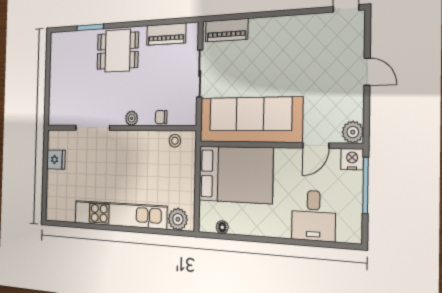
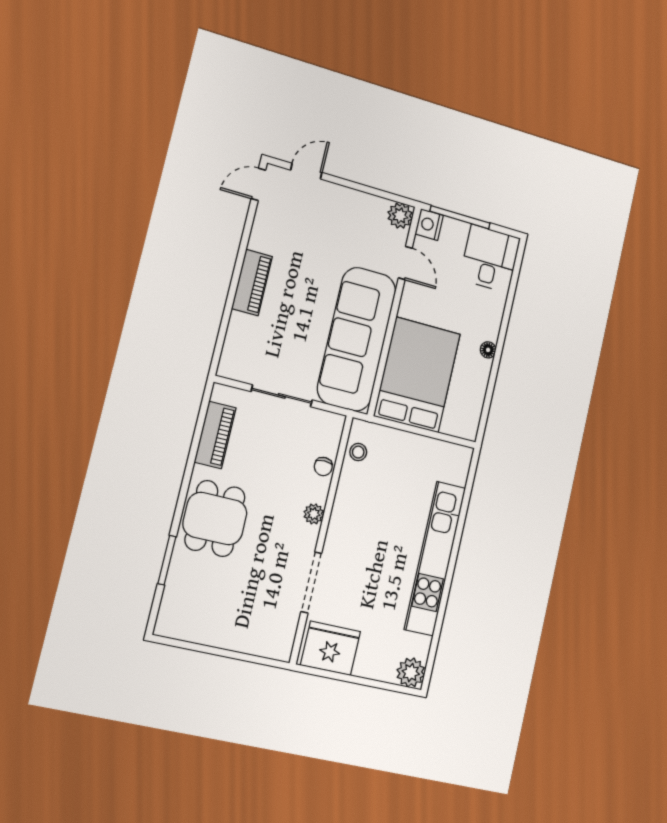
piano: (227, 30) -> (252, 282), moved
door: (367, 72) -> (306, 171), moved
fridge: (56, 160) -> (331, 648), width x1.88, depth x1.34
desk: (313, 216) -> (490, 259), moved, turned -90
plant: (178, 219) -> (411, 673), moved
floor lamp: (222, 227) -> (488, 350), moved

